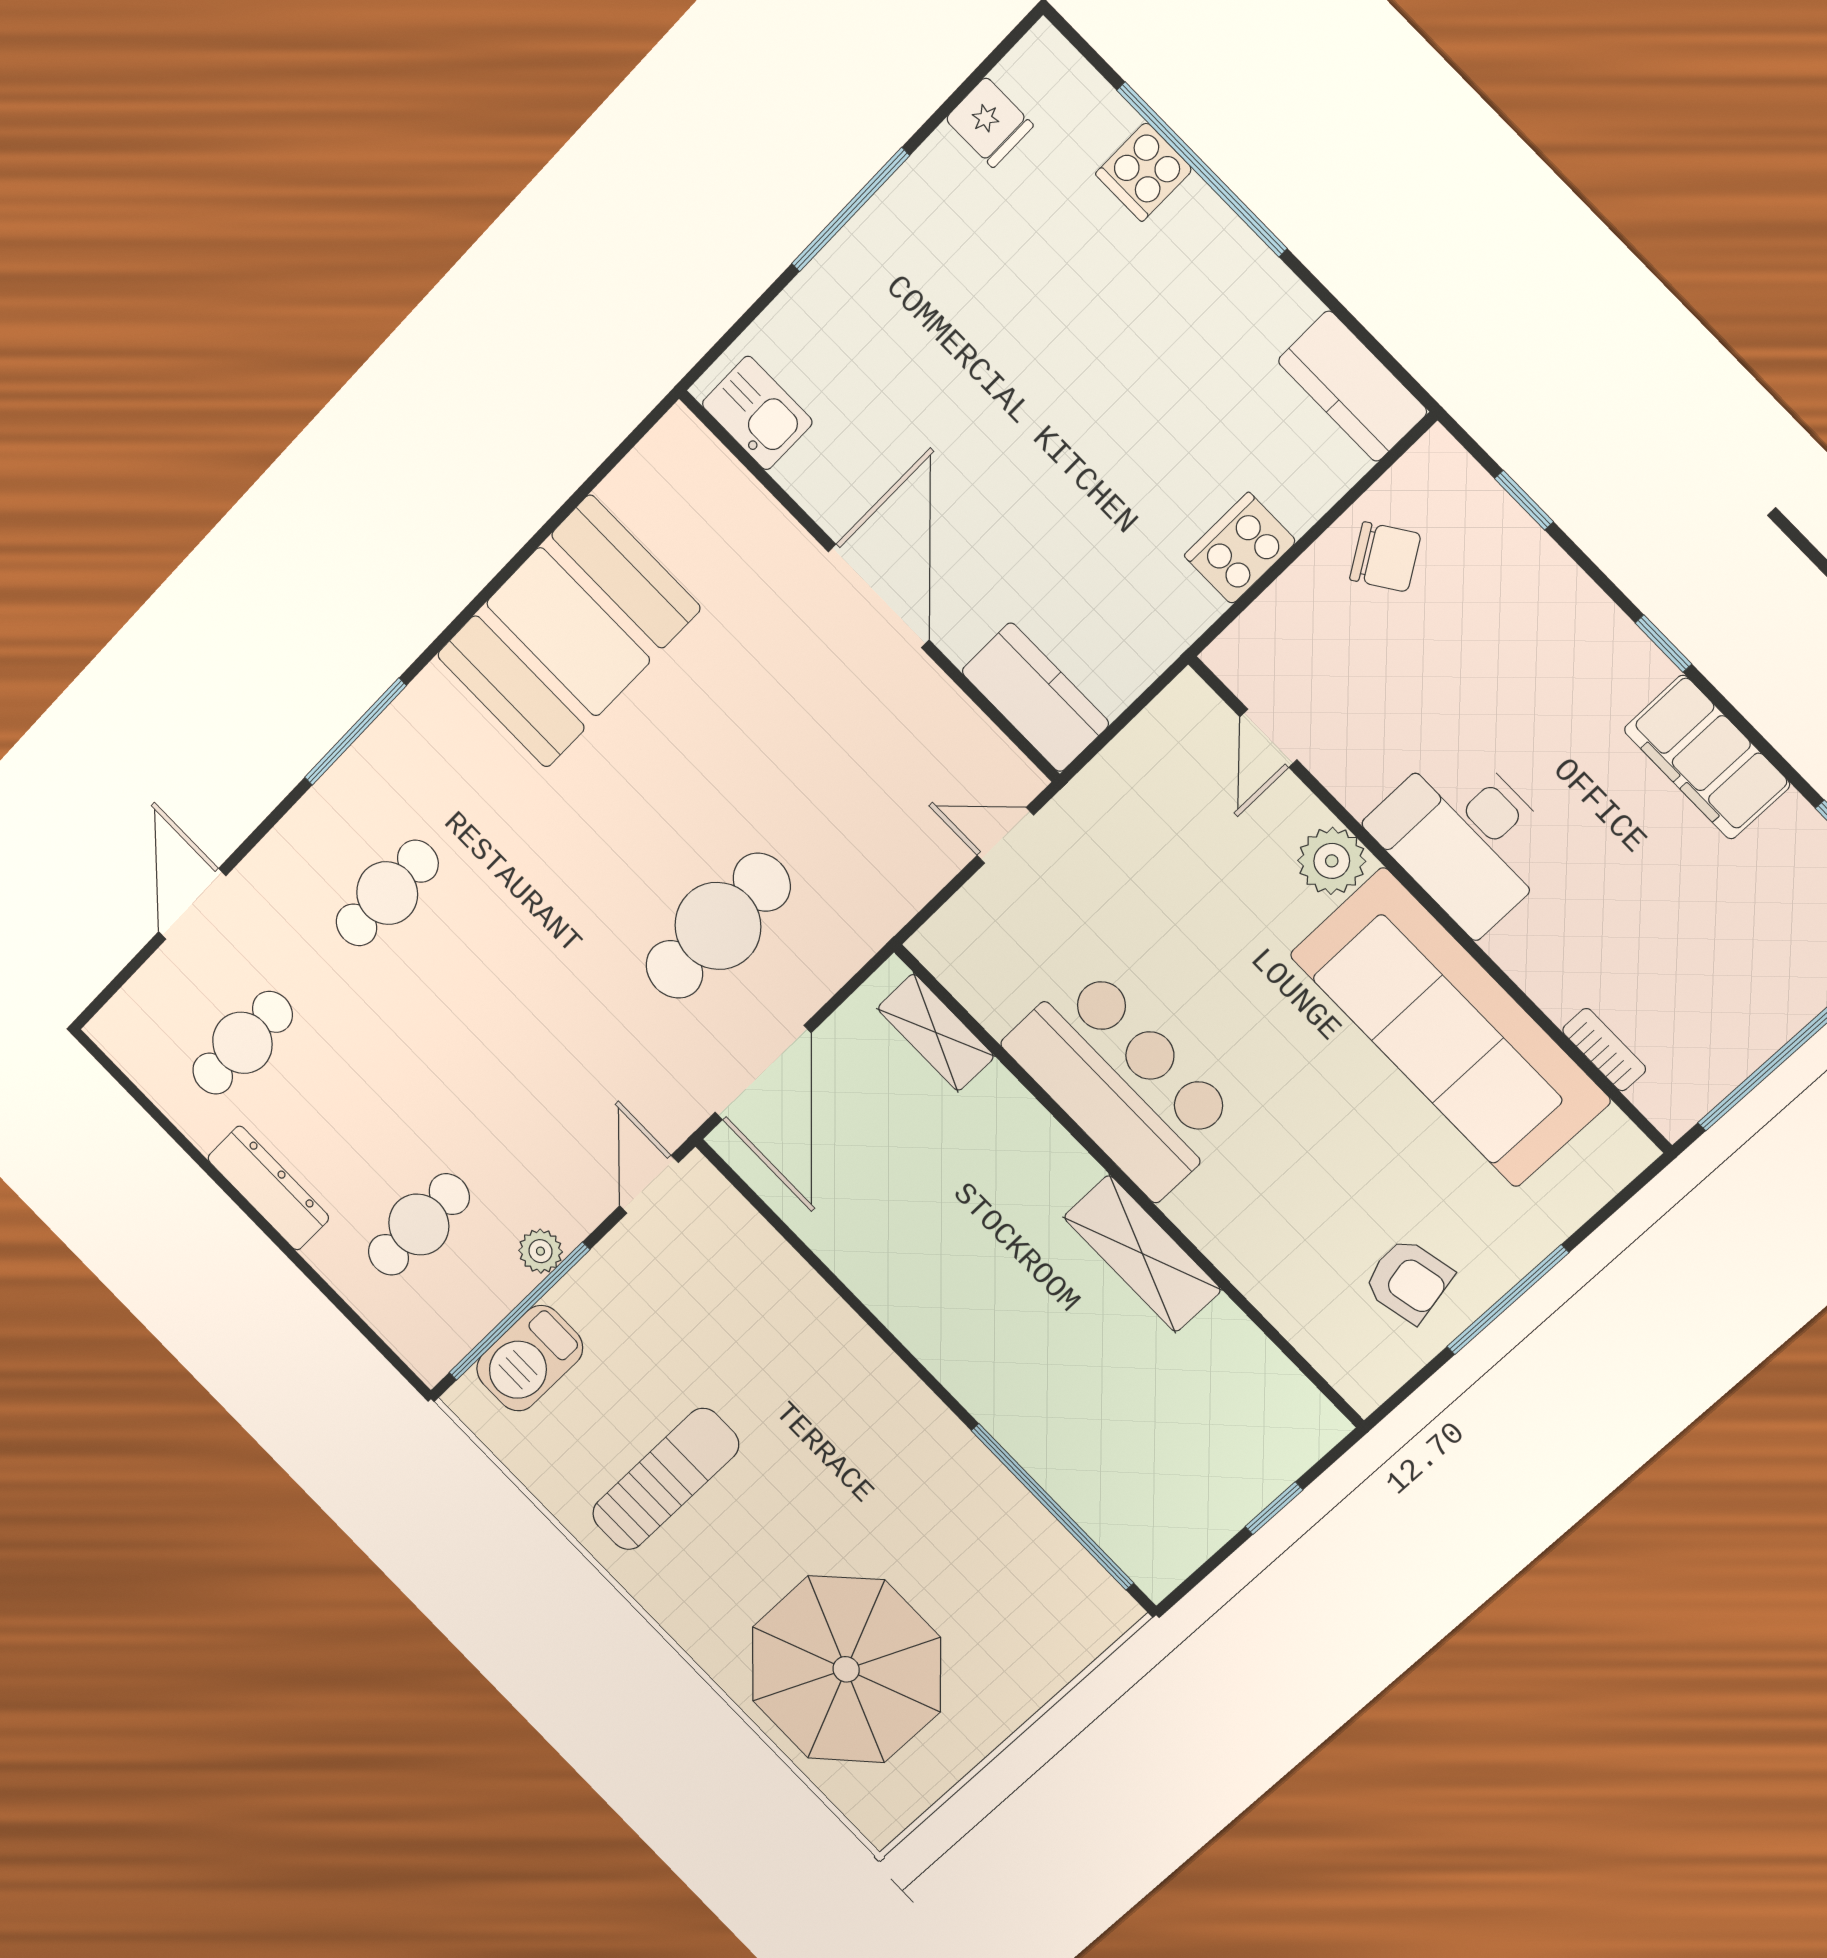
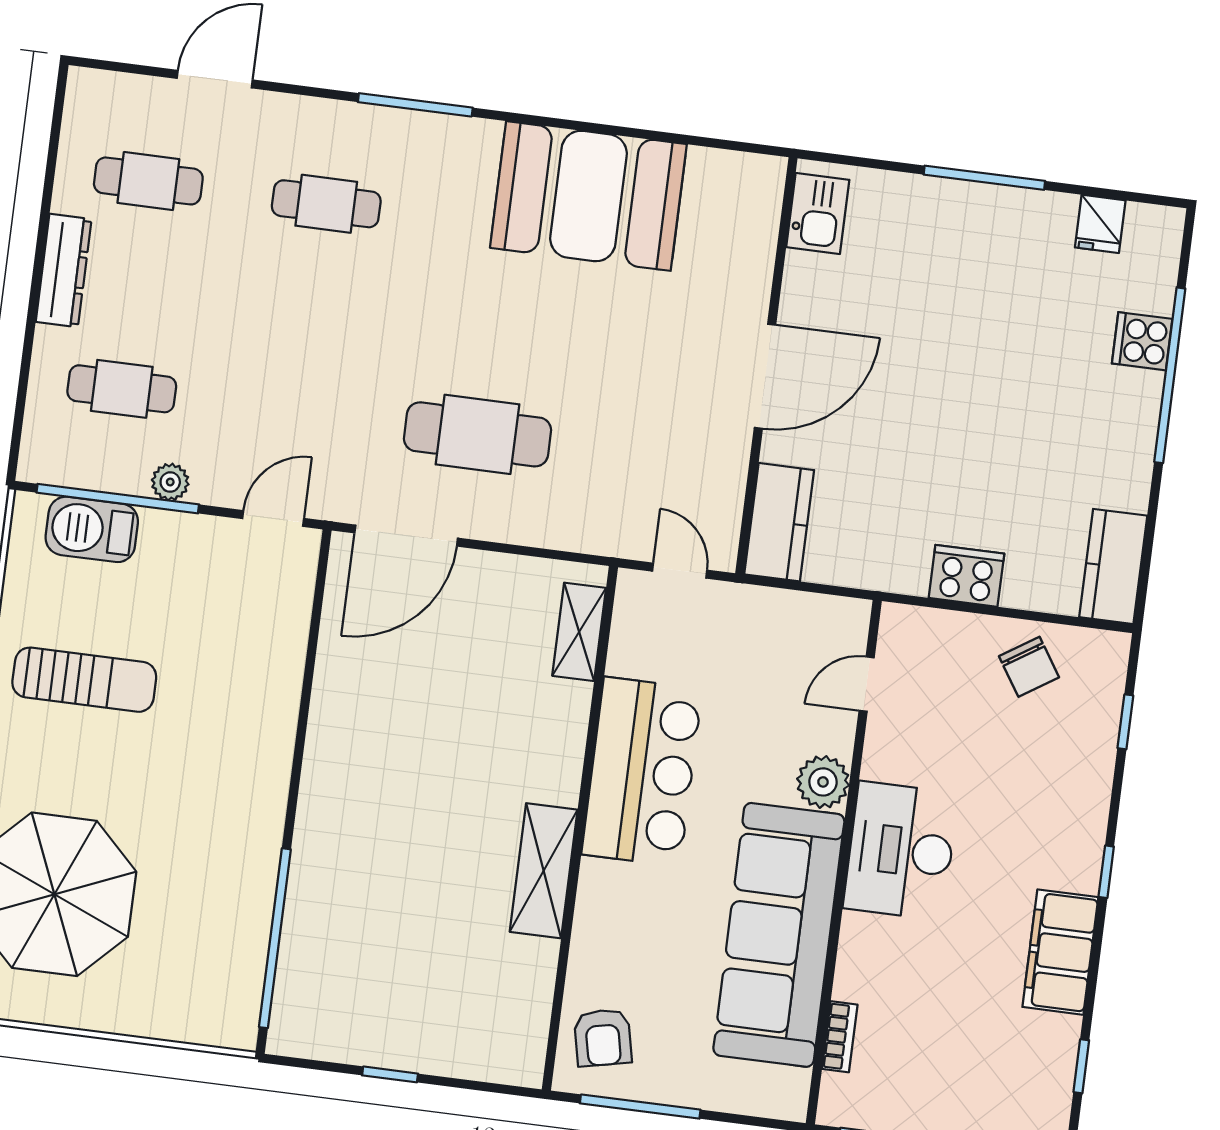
shelving: (936, 1032) -> (579, 632), moved
bar counter: (1122, 1082) -> (642, 772), moved
wall: (1129, 1186) -> (580, 828), moved
shelving: (1142, 1254) -> (544, 871), moved

